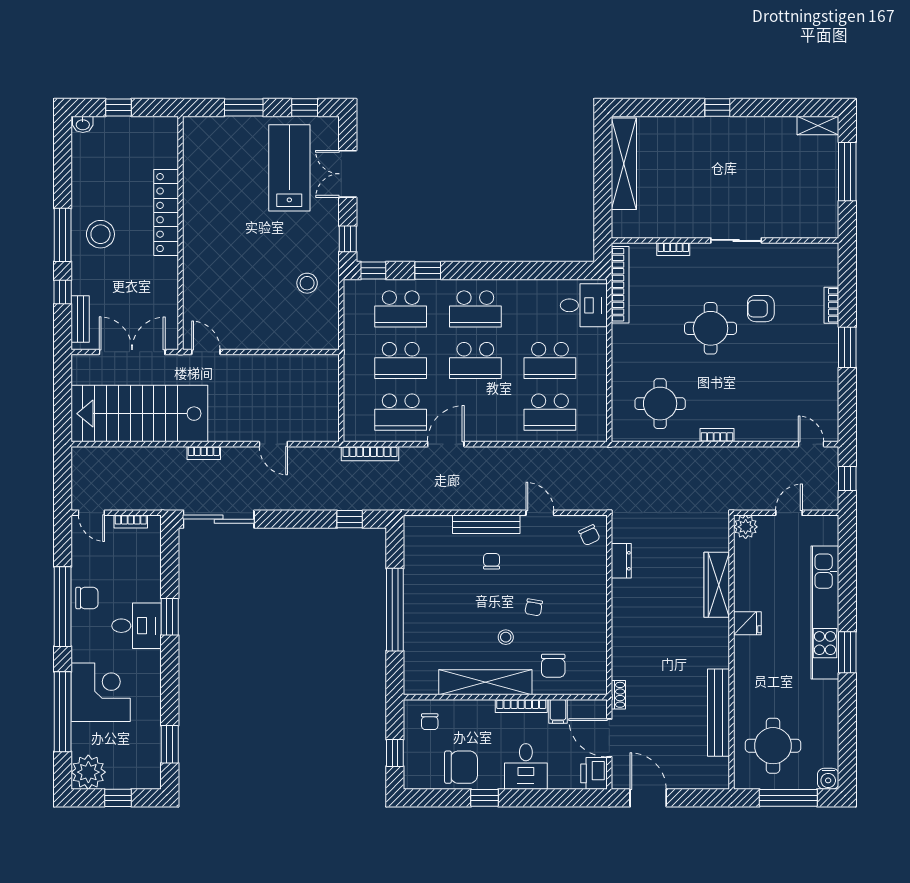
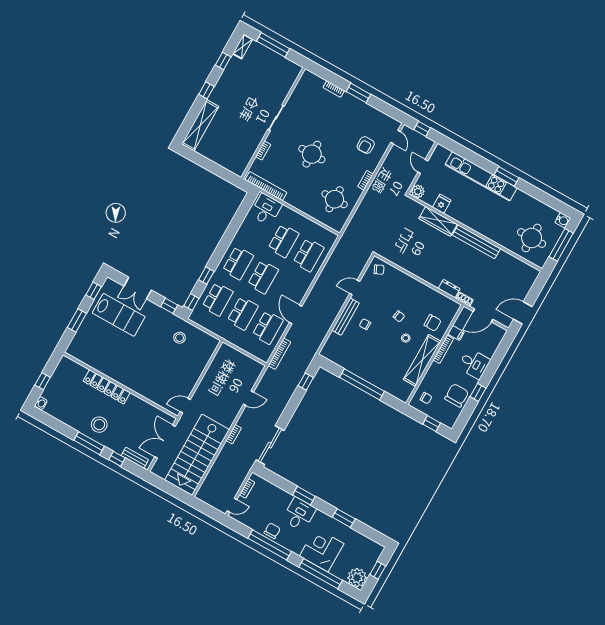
window: (778, 108) -> (223, 61), added
shelving: (624, 164) -> (200, 125), moved, turned 90
lab bench: (289, 168) -> (119, 315), turned 180
armchair: (761, 309) -> (366, 145), moved
door: (811, 444) -> (396, 137), swing flipped
dresser: (621, 561) -> (449, 289), moved
fridge: (747, 623) -> (442, 204), moved
bench: (718, 713) -> (476, 242), moved
window: (170, 744) -> (344, 518), moved
printer: (594, 773) -> (496, 332), removed

